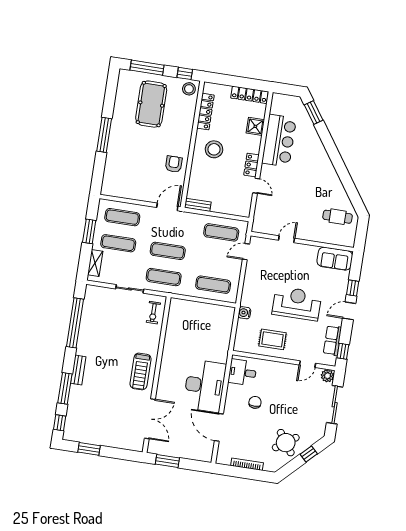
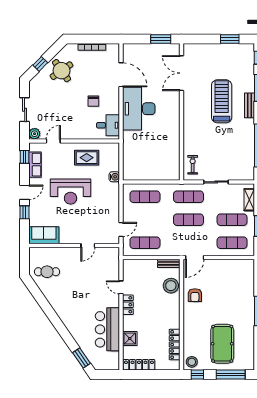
stool: (214, 149) -> (171, 286), moved
treadmill: (141, 371) -> (222, 101), moved, width x1.37, depth x1.38
sliding door: (335, 405) -> (25, 110), width x0.73

